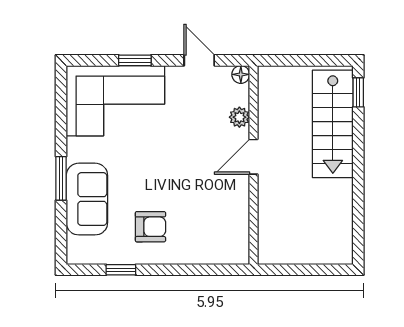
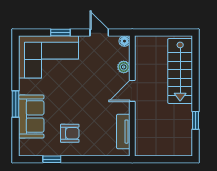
window: (358, 92) -> (196, 120), moved
tv unit: (239, 224) -> (123, 132), added

